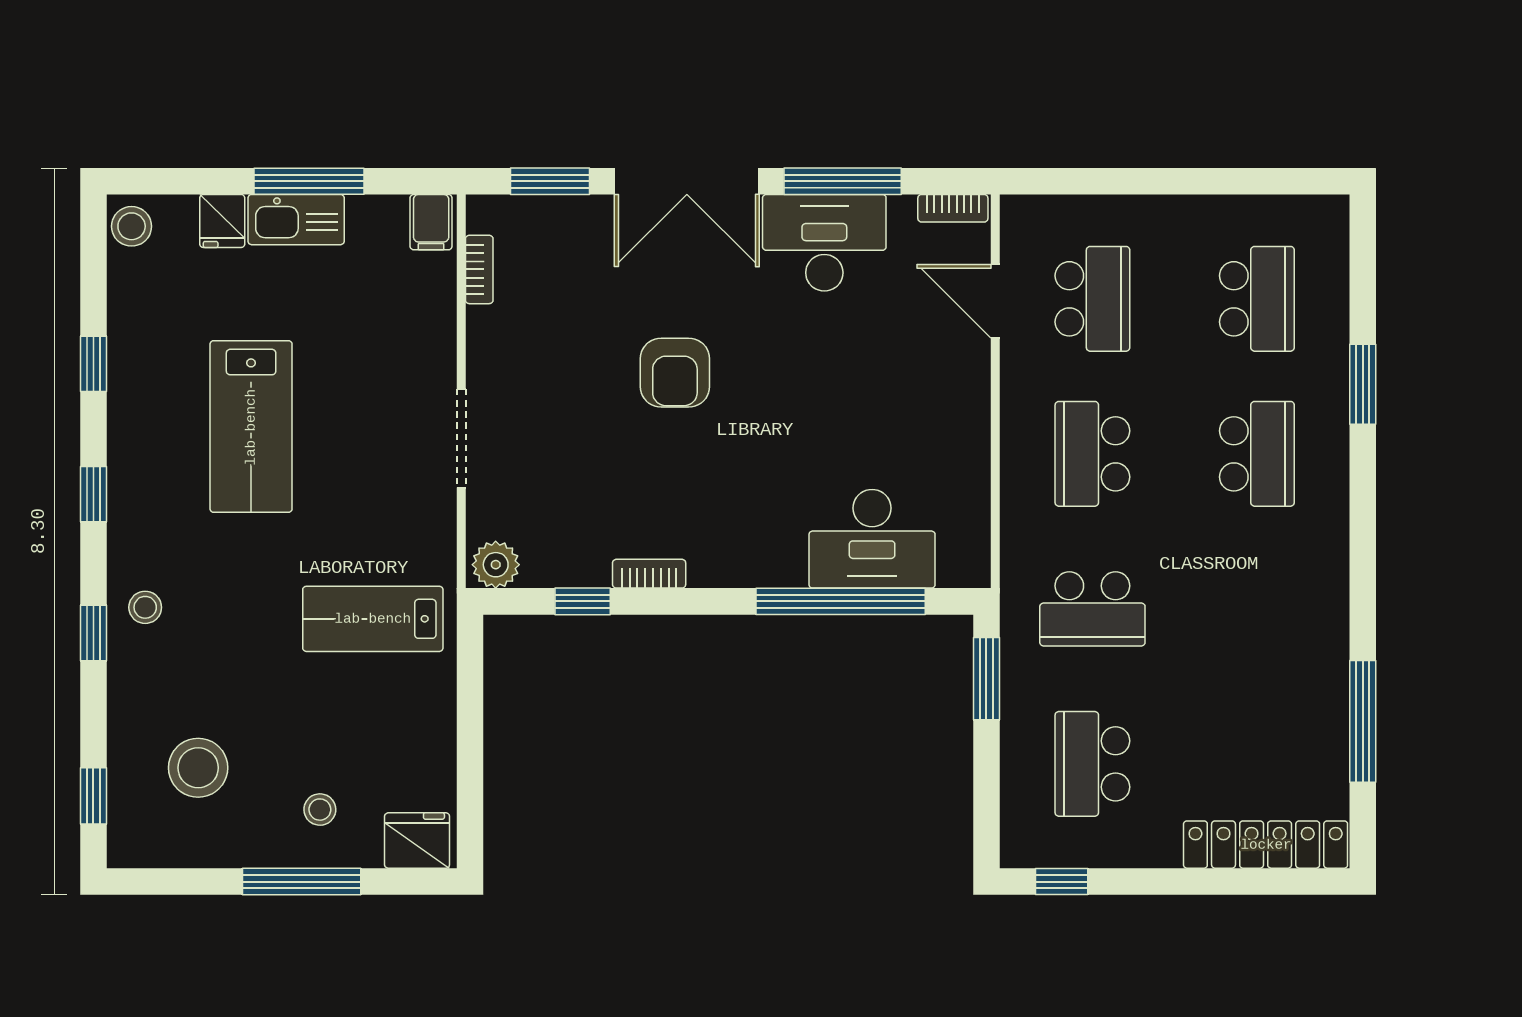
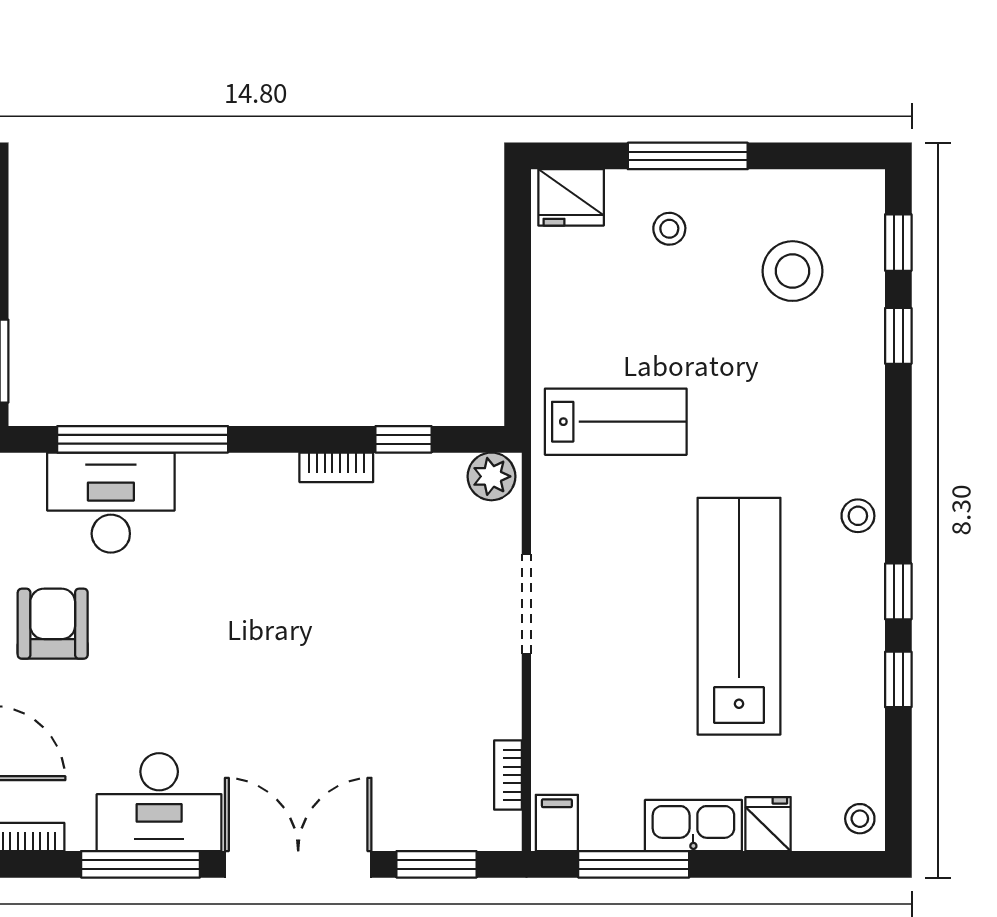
window: (309, 181) -> (634, 864), moved
stool: (132, 226) -> (860, 819), width x0.73, depth x0.73
armchair: (675, 373) -> (53, 624), moved
lab bench: (251, 427) -> (739, 616), width x1.36
window: (93, 494) -> (898, 591), moved
stool: (145, 607) -> (858, 516), moved
window: (93, 633) -> (898, 336), moved

